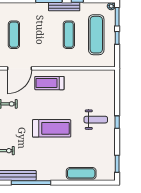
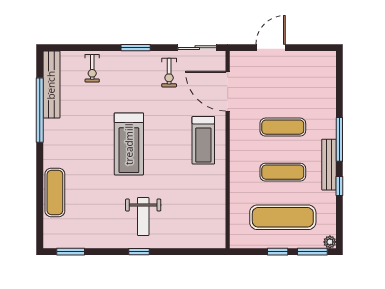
exercise mat: (14, 35) -> (283, 127), moved
treadmill: (49, 83) -> (203, 140), turned 180

